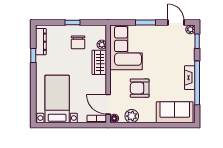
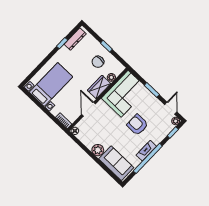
armchair: (140, 88) -> (137, 125), moved
door: (108, 104) -> (88, 109), moved
plant: (132, 116) -> (98, 150), moved

